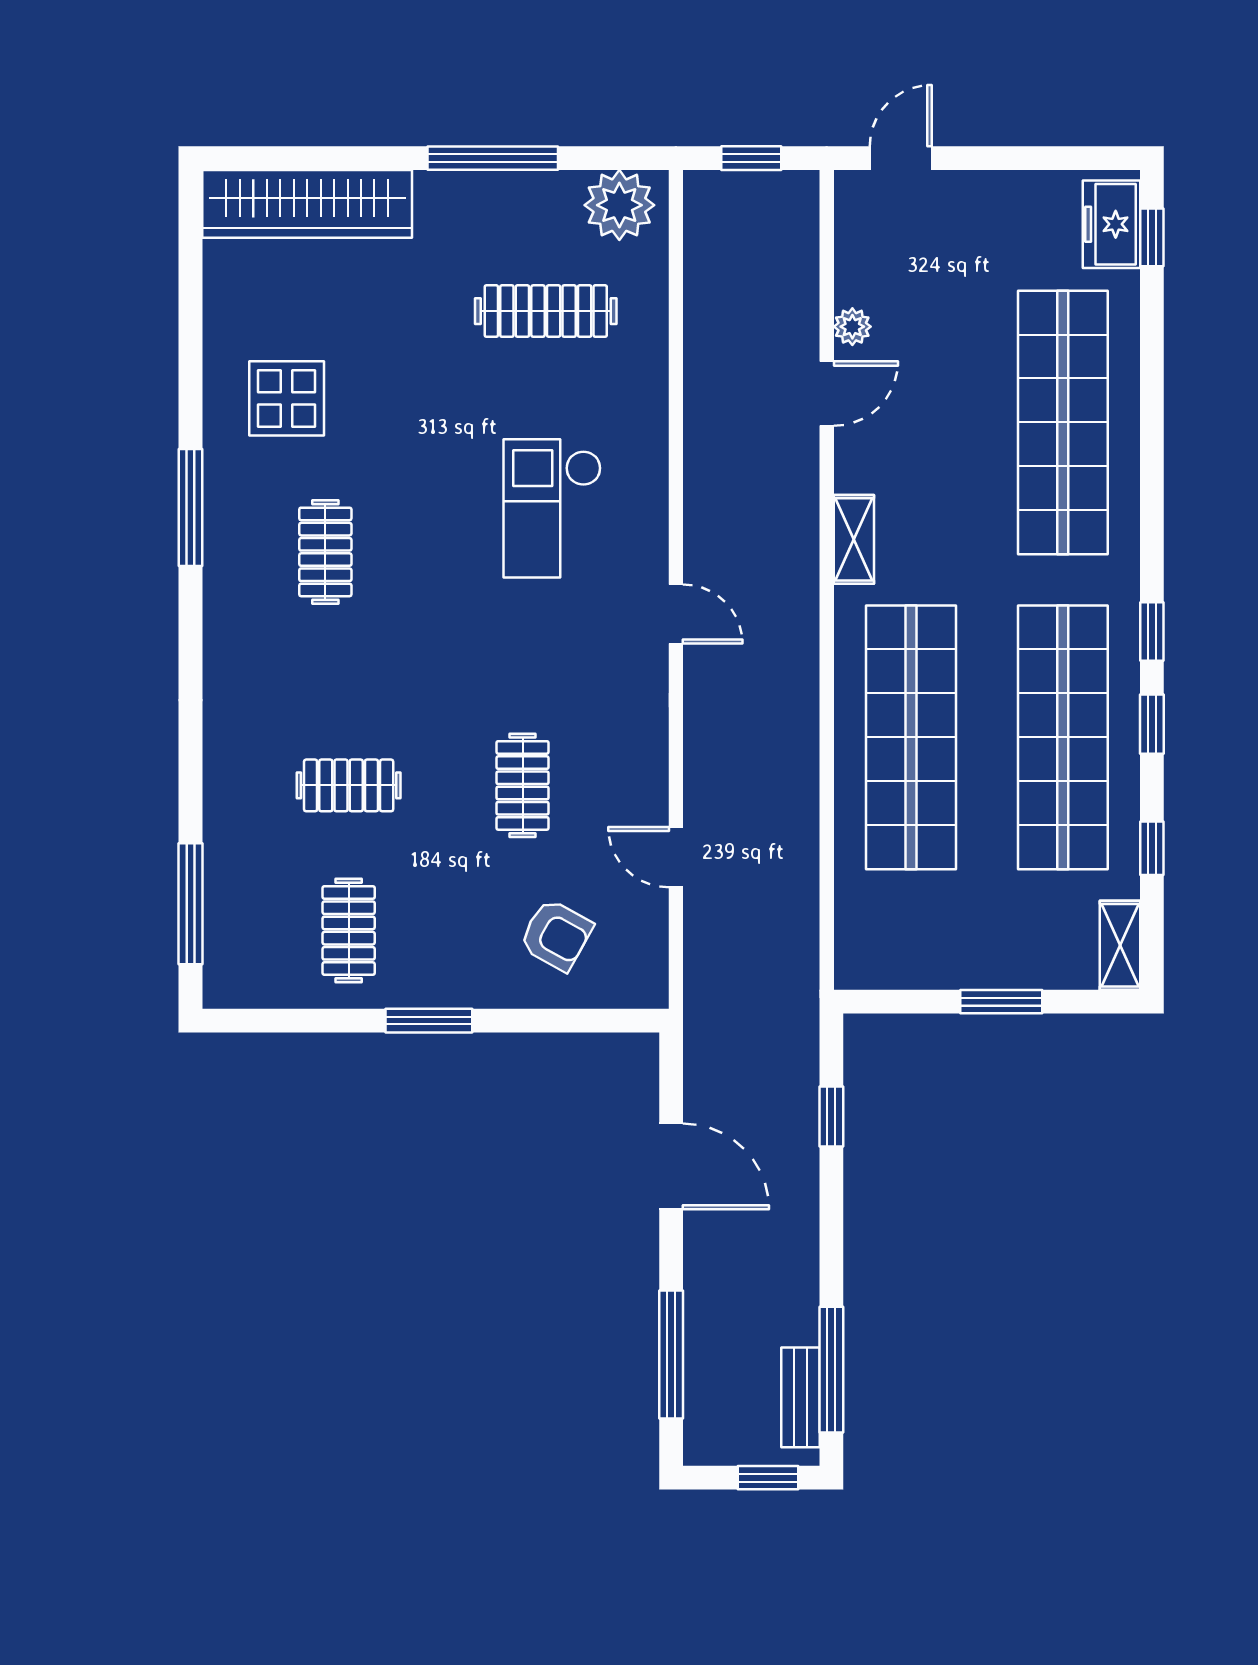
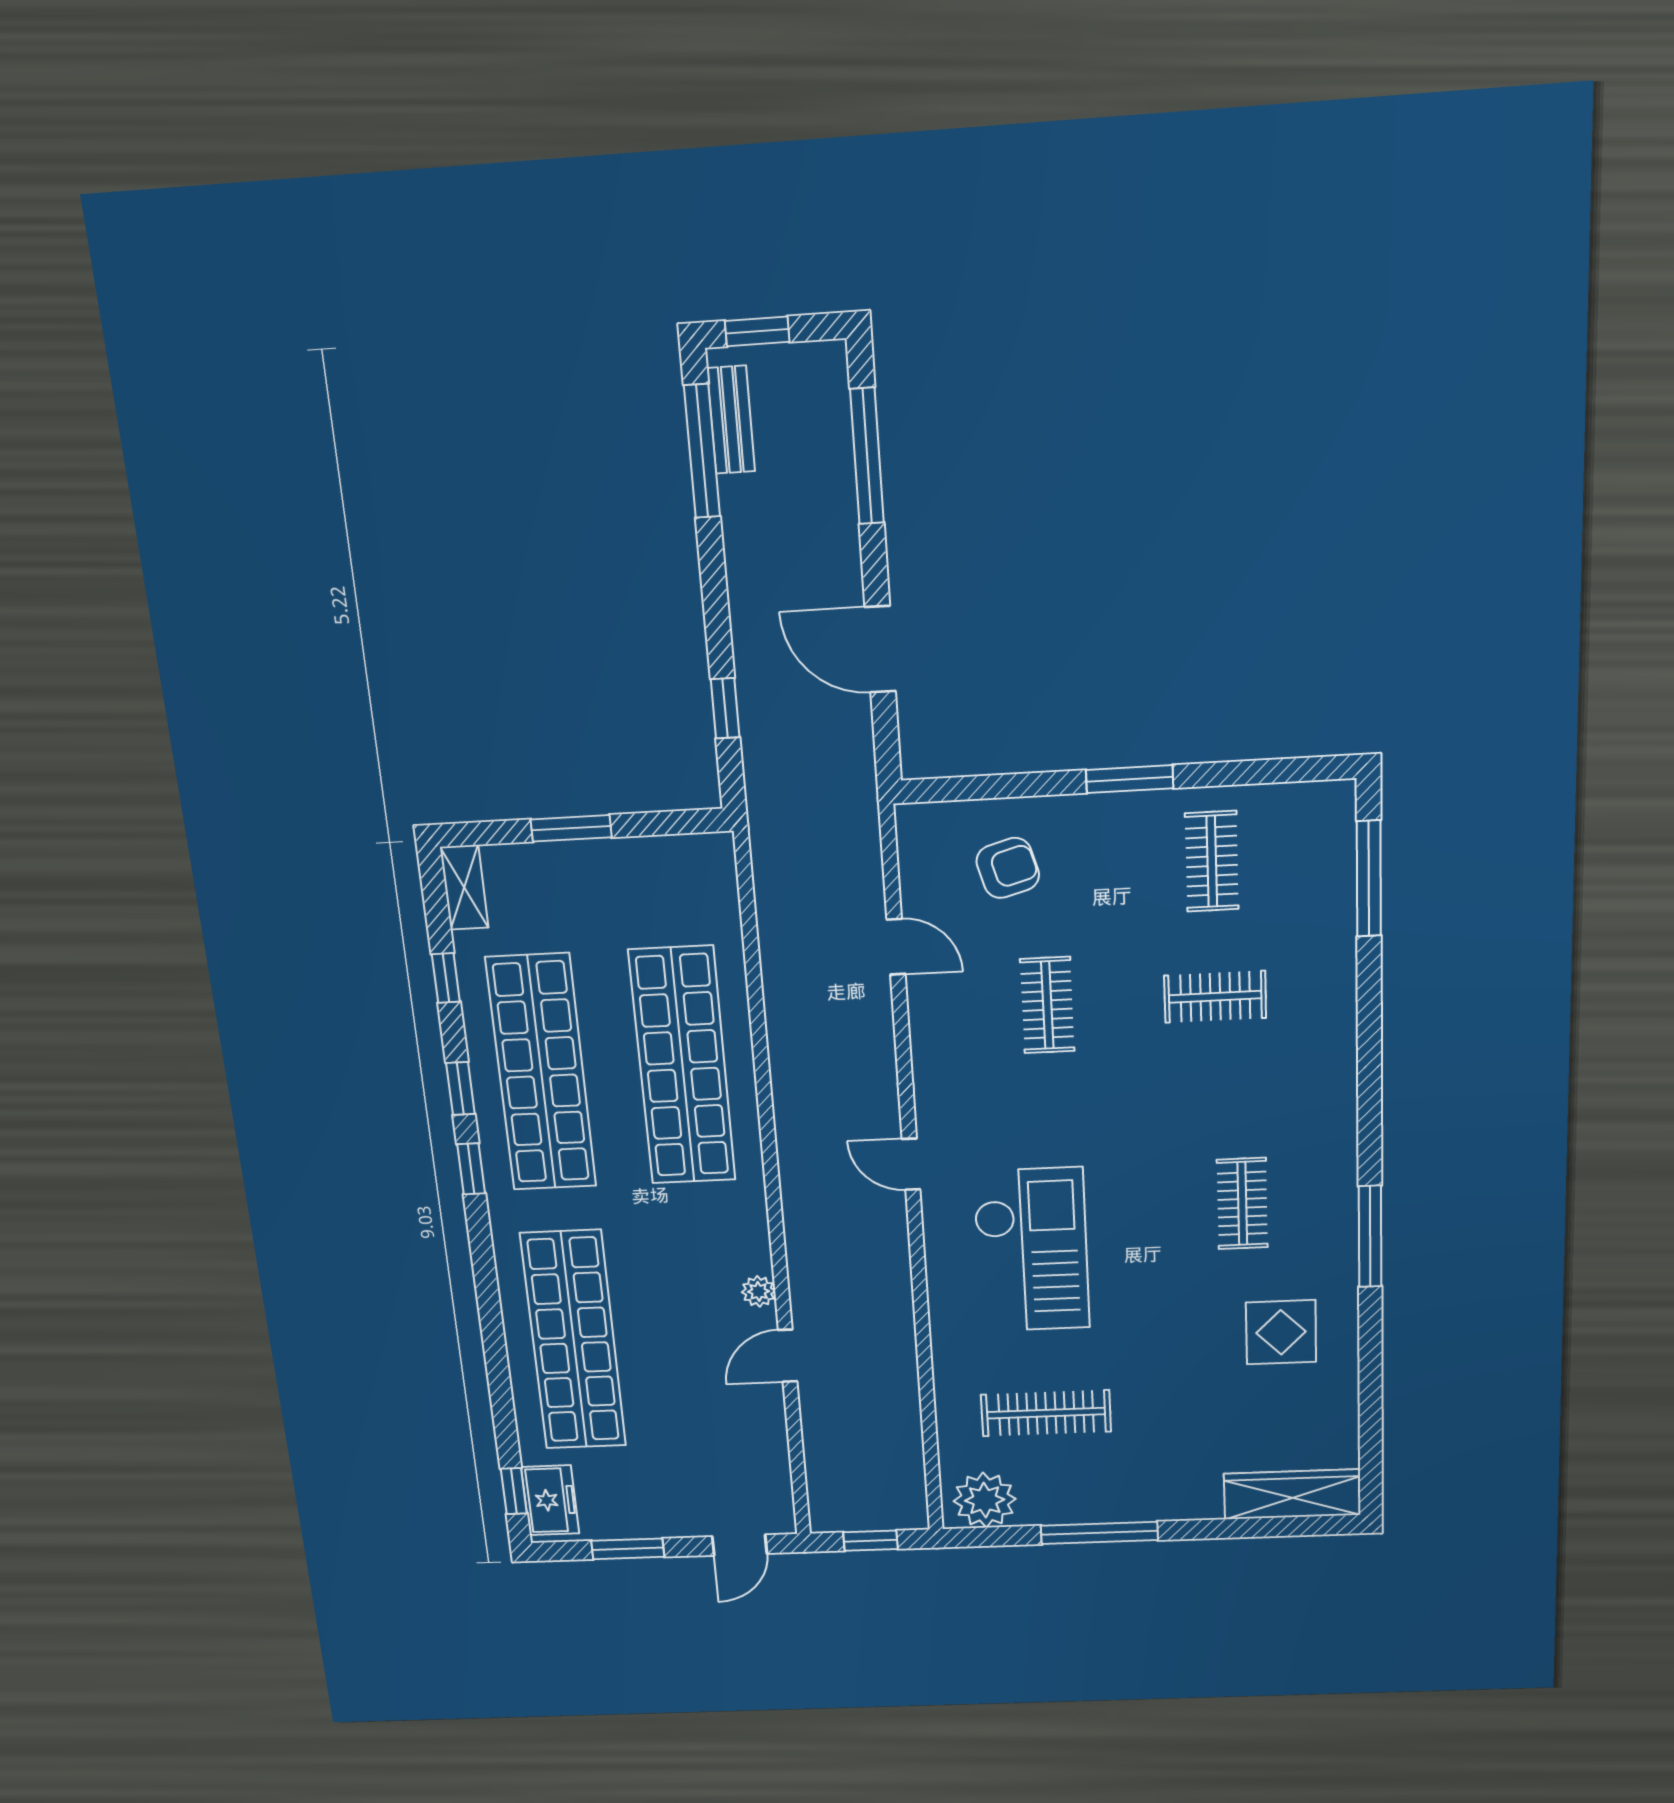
window: (1029, 158) -> (628, 1549), added
wardrobe: (307, 204) -> (1292, 1494), width x0.71, depth x0.85
plant: (852, 327) -> (758, 1291), moved
checkout: (552, 508) -> (1032, 1250), width x1.36, depth x1.21
shelving: (854, 539) -> (752, 1235), removed
armchair: (556, 935) -> (1008, 868), turned 135

